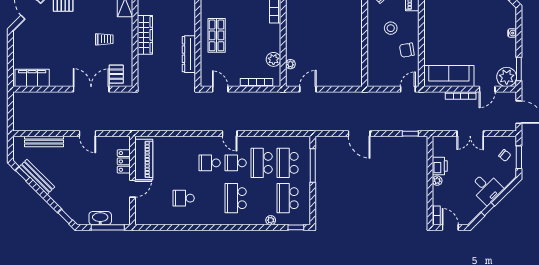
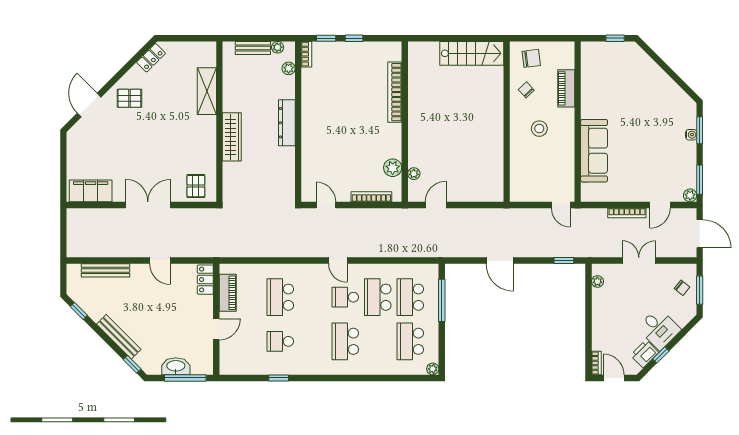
window: (519, 29) -> (700, 130), added
shop shelf: (217, 35) -> (321, 138), removed
trolley: (104, 39) -> (181, 142), removed
chair: (407, 50) -> (560, 156), removed
dresser: (189, 54) -> (287, 123), moved
sofa: (449, 76) -> (594, 151), moved, turned 90
plant: (507, 77) -> (690, 195), width x0.53, depth x0.53
double door: (91, 89) -> (148, 205), moved
door: (408, 89) -> (561, 205), swing flipped
double door: (470, 134) -> (639, 261), swing flipped
piano: (144, 159) -> (228, 293), width x0.73, depth x0.75
locker: (124, 161) -> (205, 280), moved
school desk: (210, 163) -> (280, 297), moved, width x1.85
printer: (440, 166) -> (645, 354), moved, turned -135
bench: (37, 177) -> (119, 337), moved
plant: (437, 181) -> (597, 281), moved
plant: (271, 220) -> (433, 369), moved
window: (296, 227) -> (279, 378), moved

